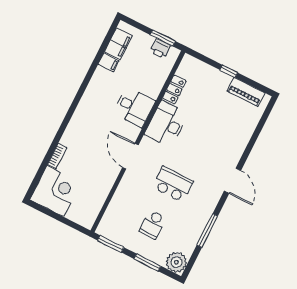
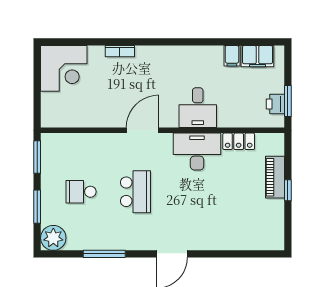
piano: (246, 92) -> (275, 177), moved
bookcase: (57, 156) -> (120, 51), moved

